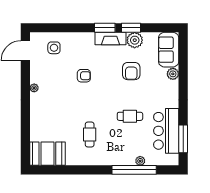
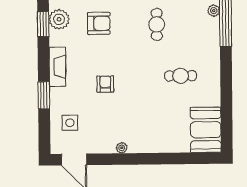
window: (105, 28) -> (44, 95), moved
fireplace: (110, 39) -> (57, 67), moved

